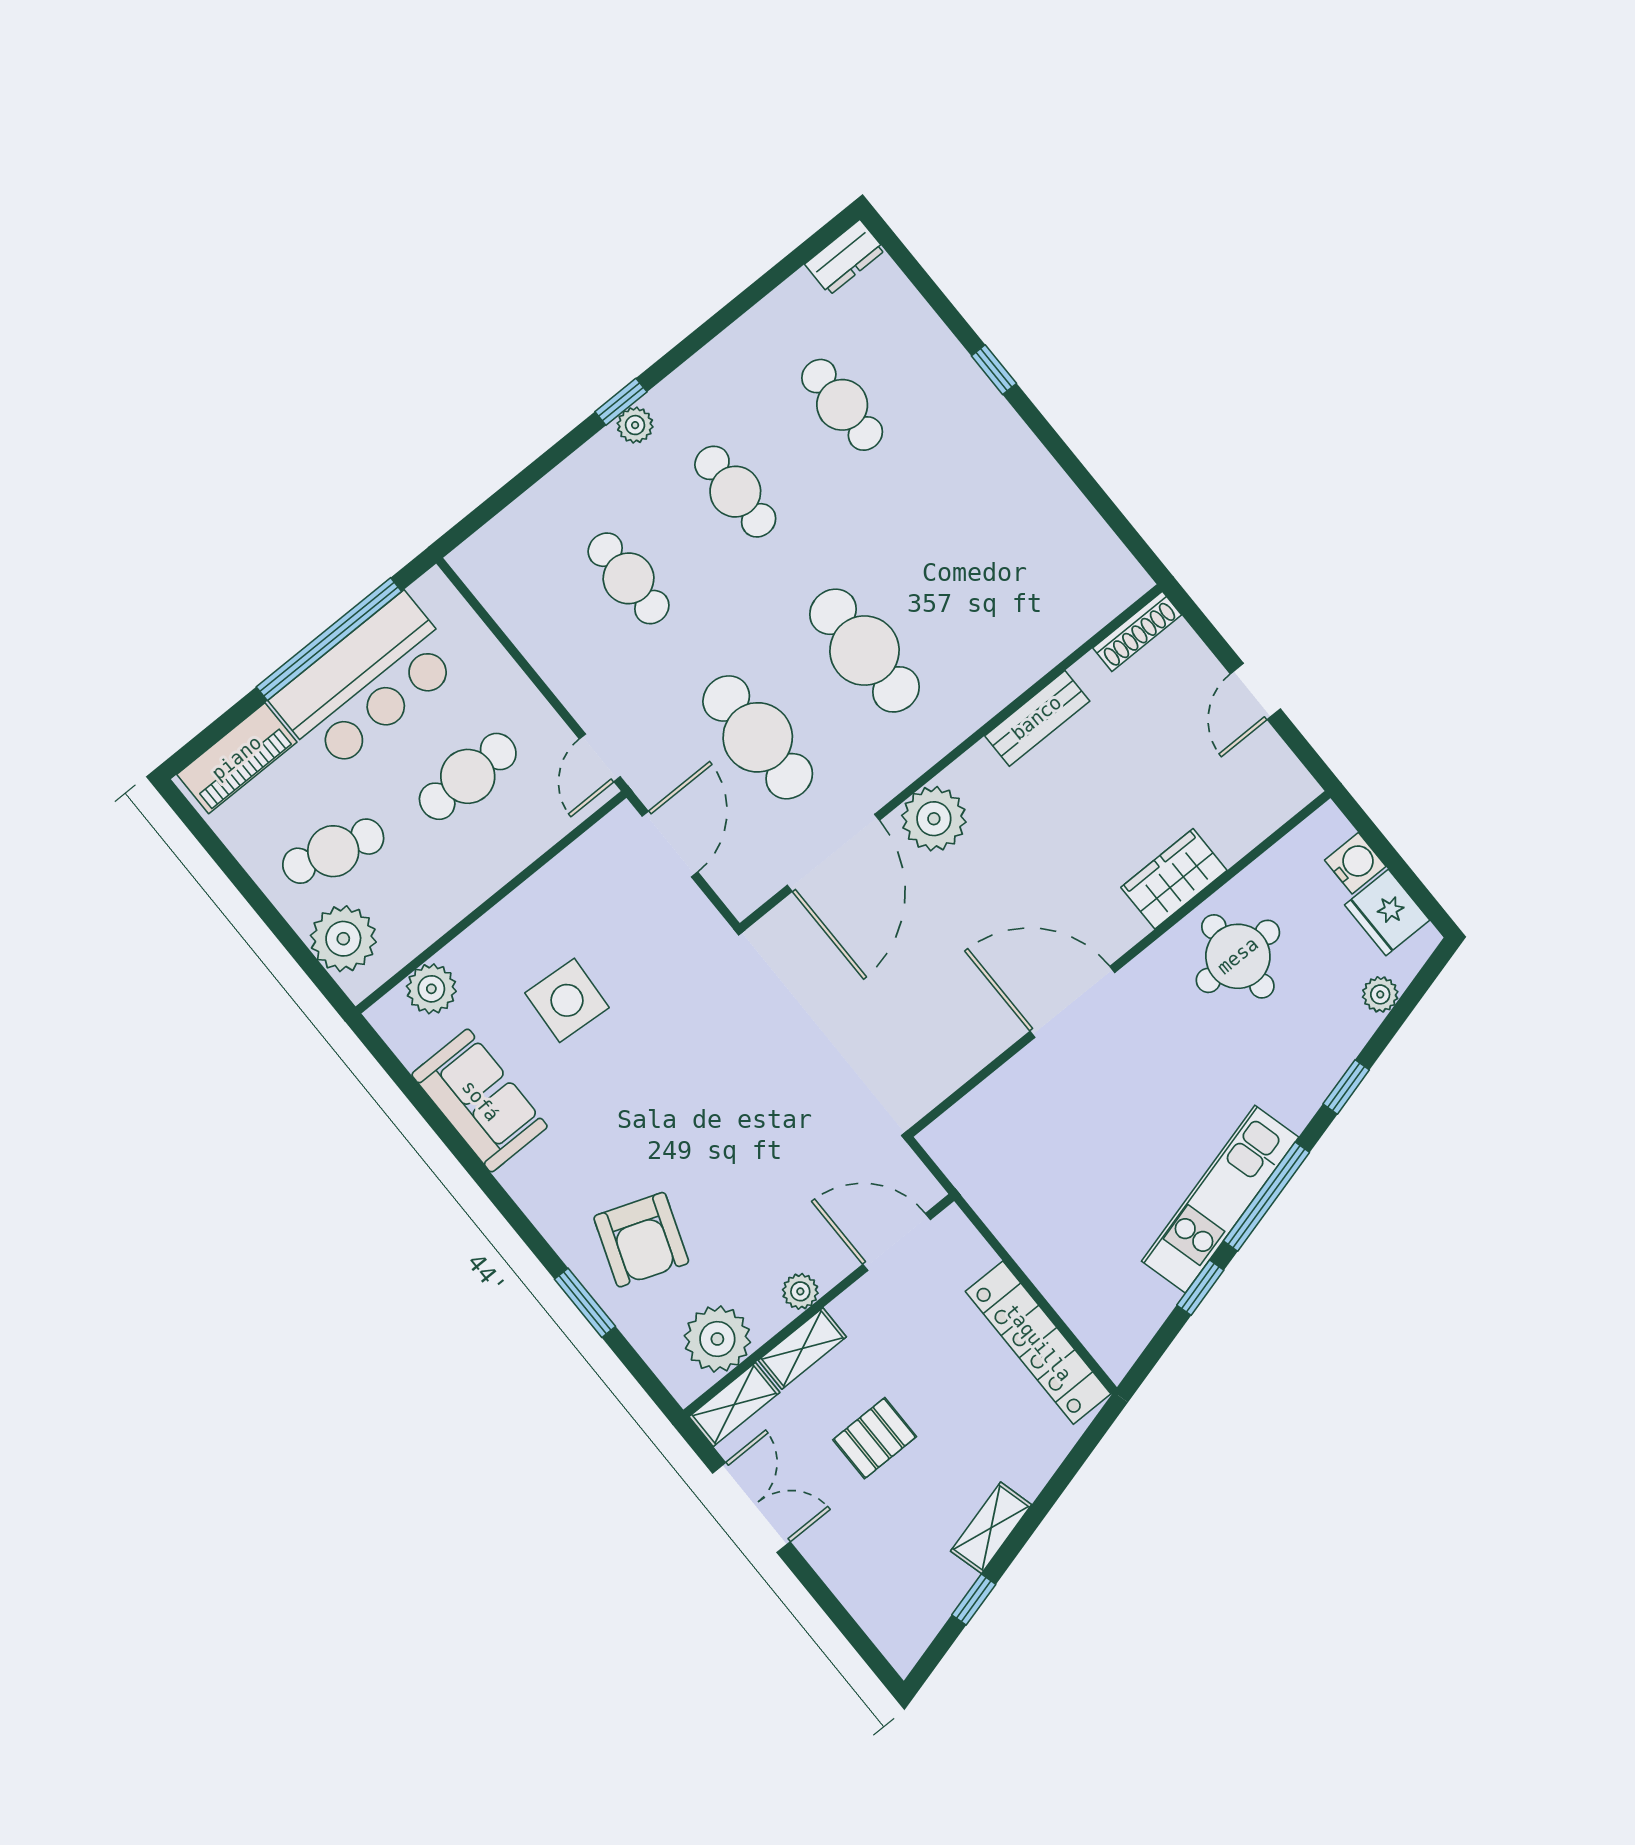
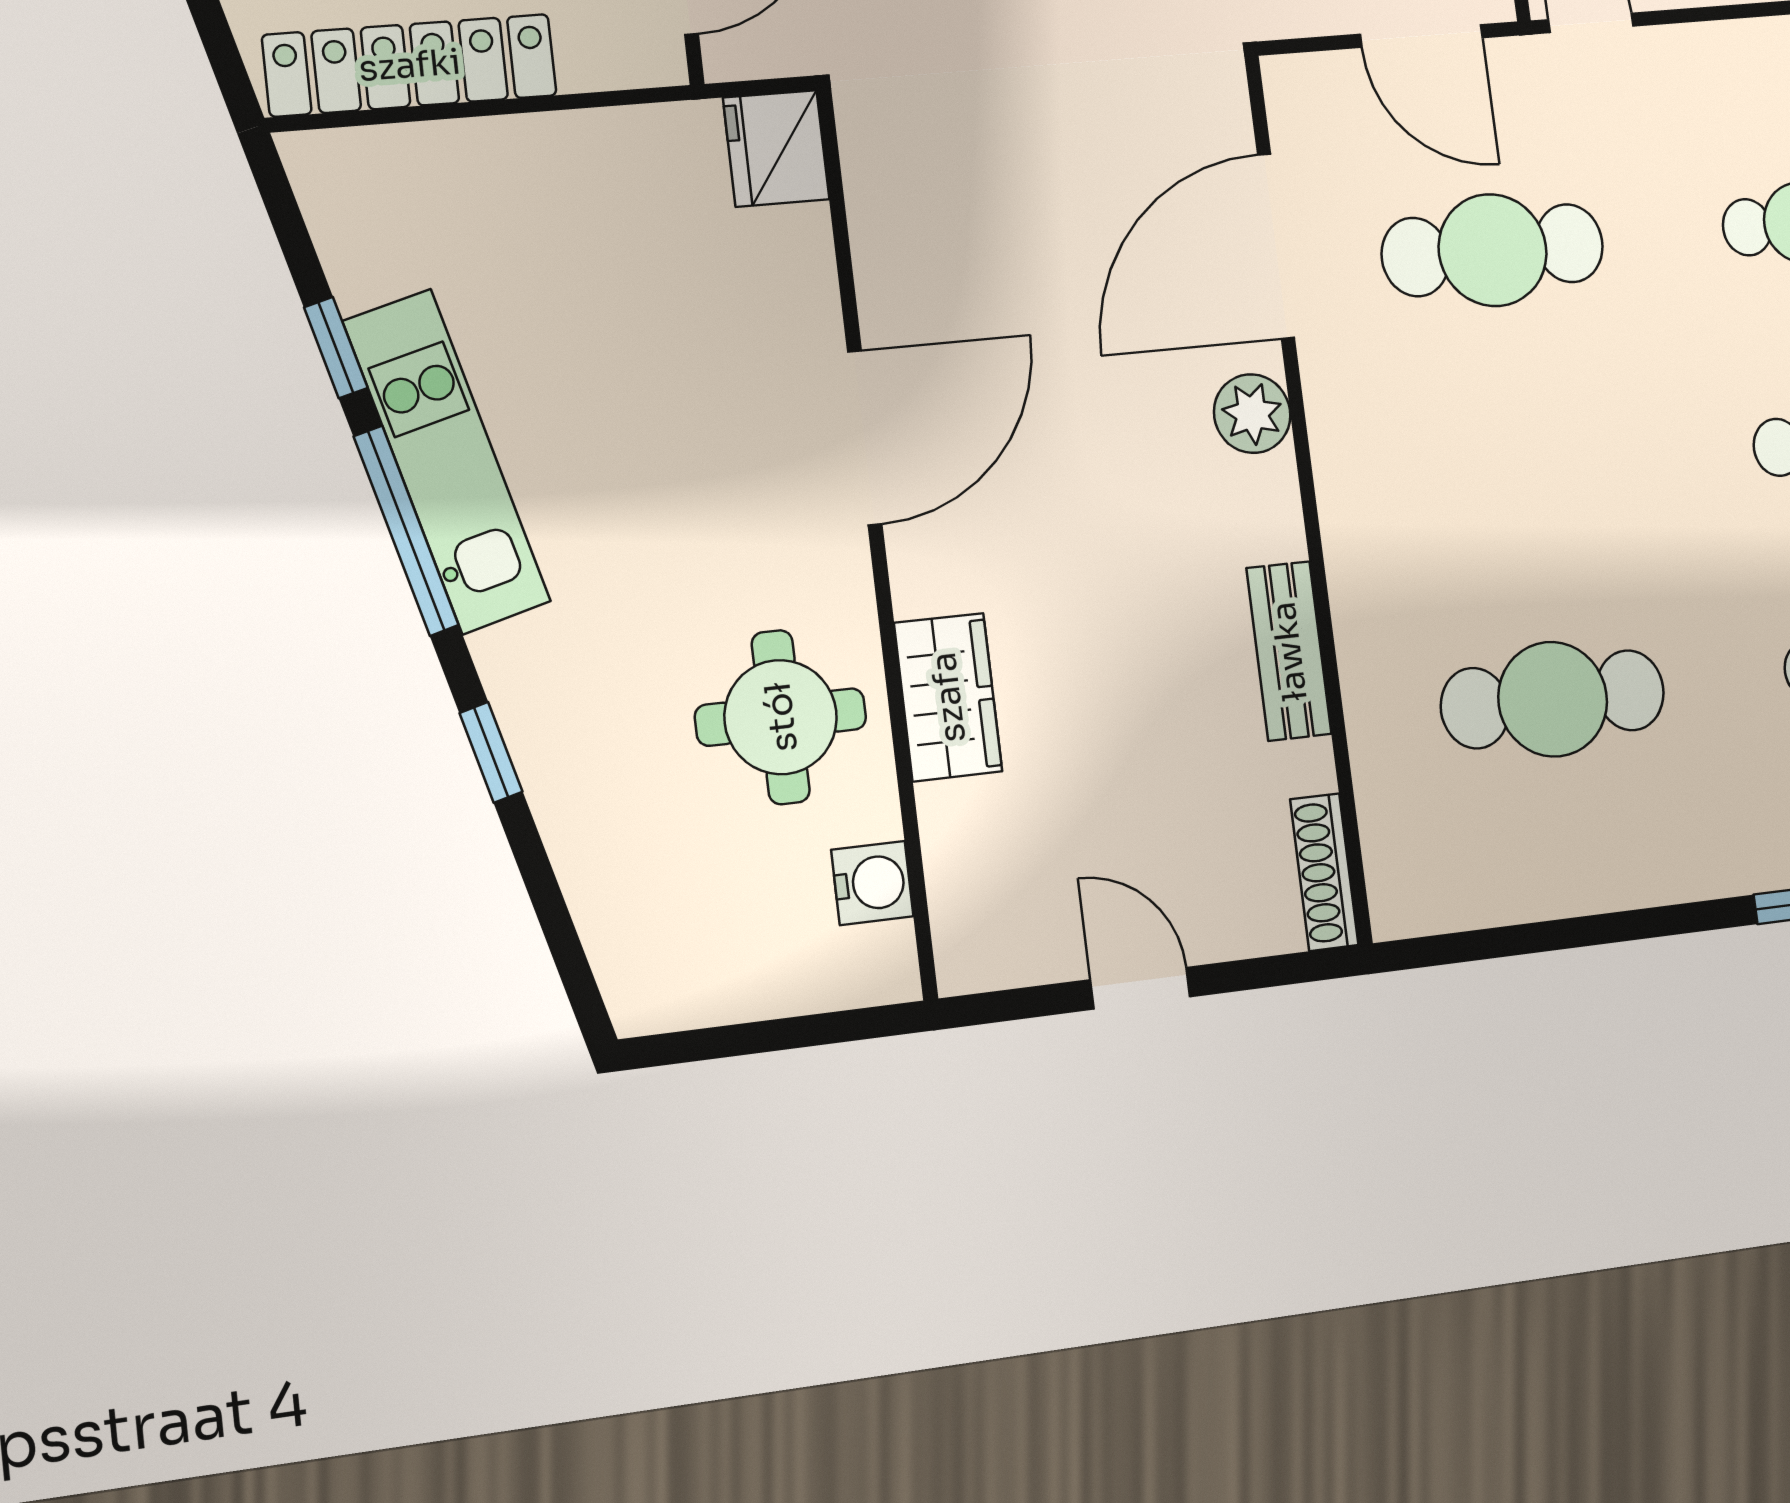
cafe table: (865, 651) -> (1553, 699), moved
plant: (934, 819) -> (1252, 414), width x0.73, depth x0.73
door: (833, 853) -> (1276, 246), hinge flipped
water cooler: (1355, 863) -> (872, 883), moved, turned -90
fridge: (1387, 913) -> (776, 148), moved, turned -90
plant: (1380, 994) -> (594, 890), removed

